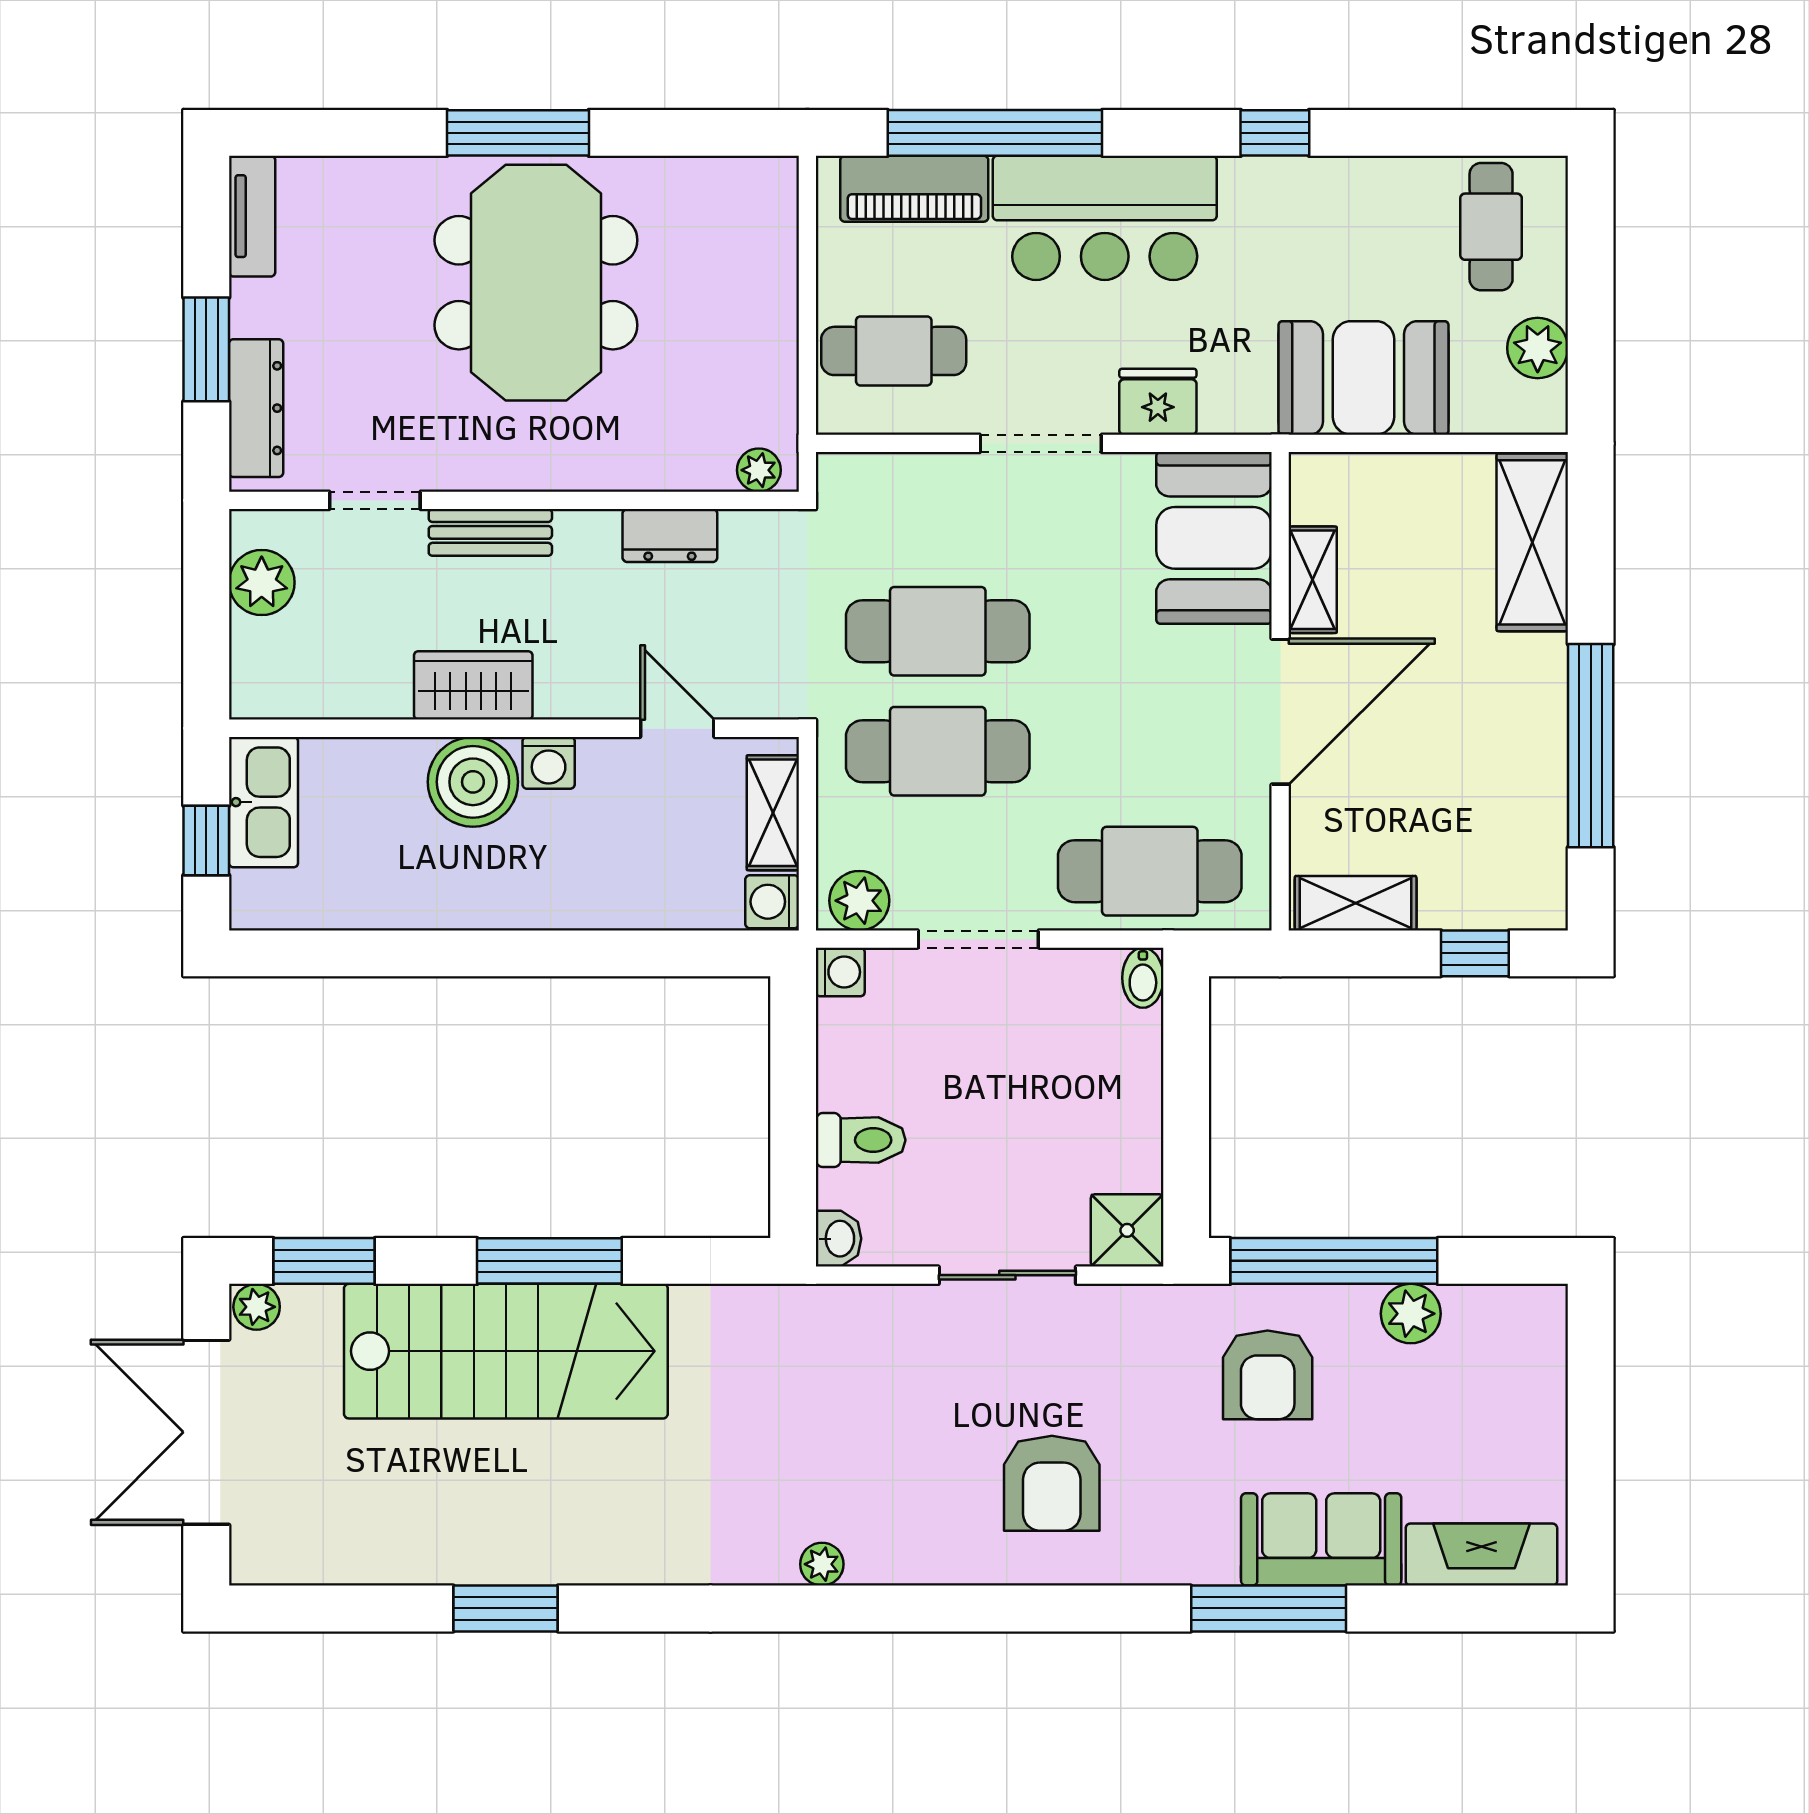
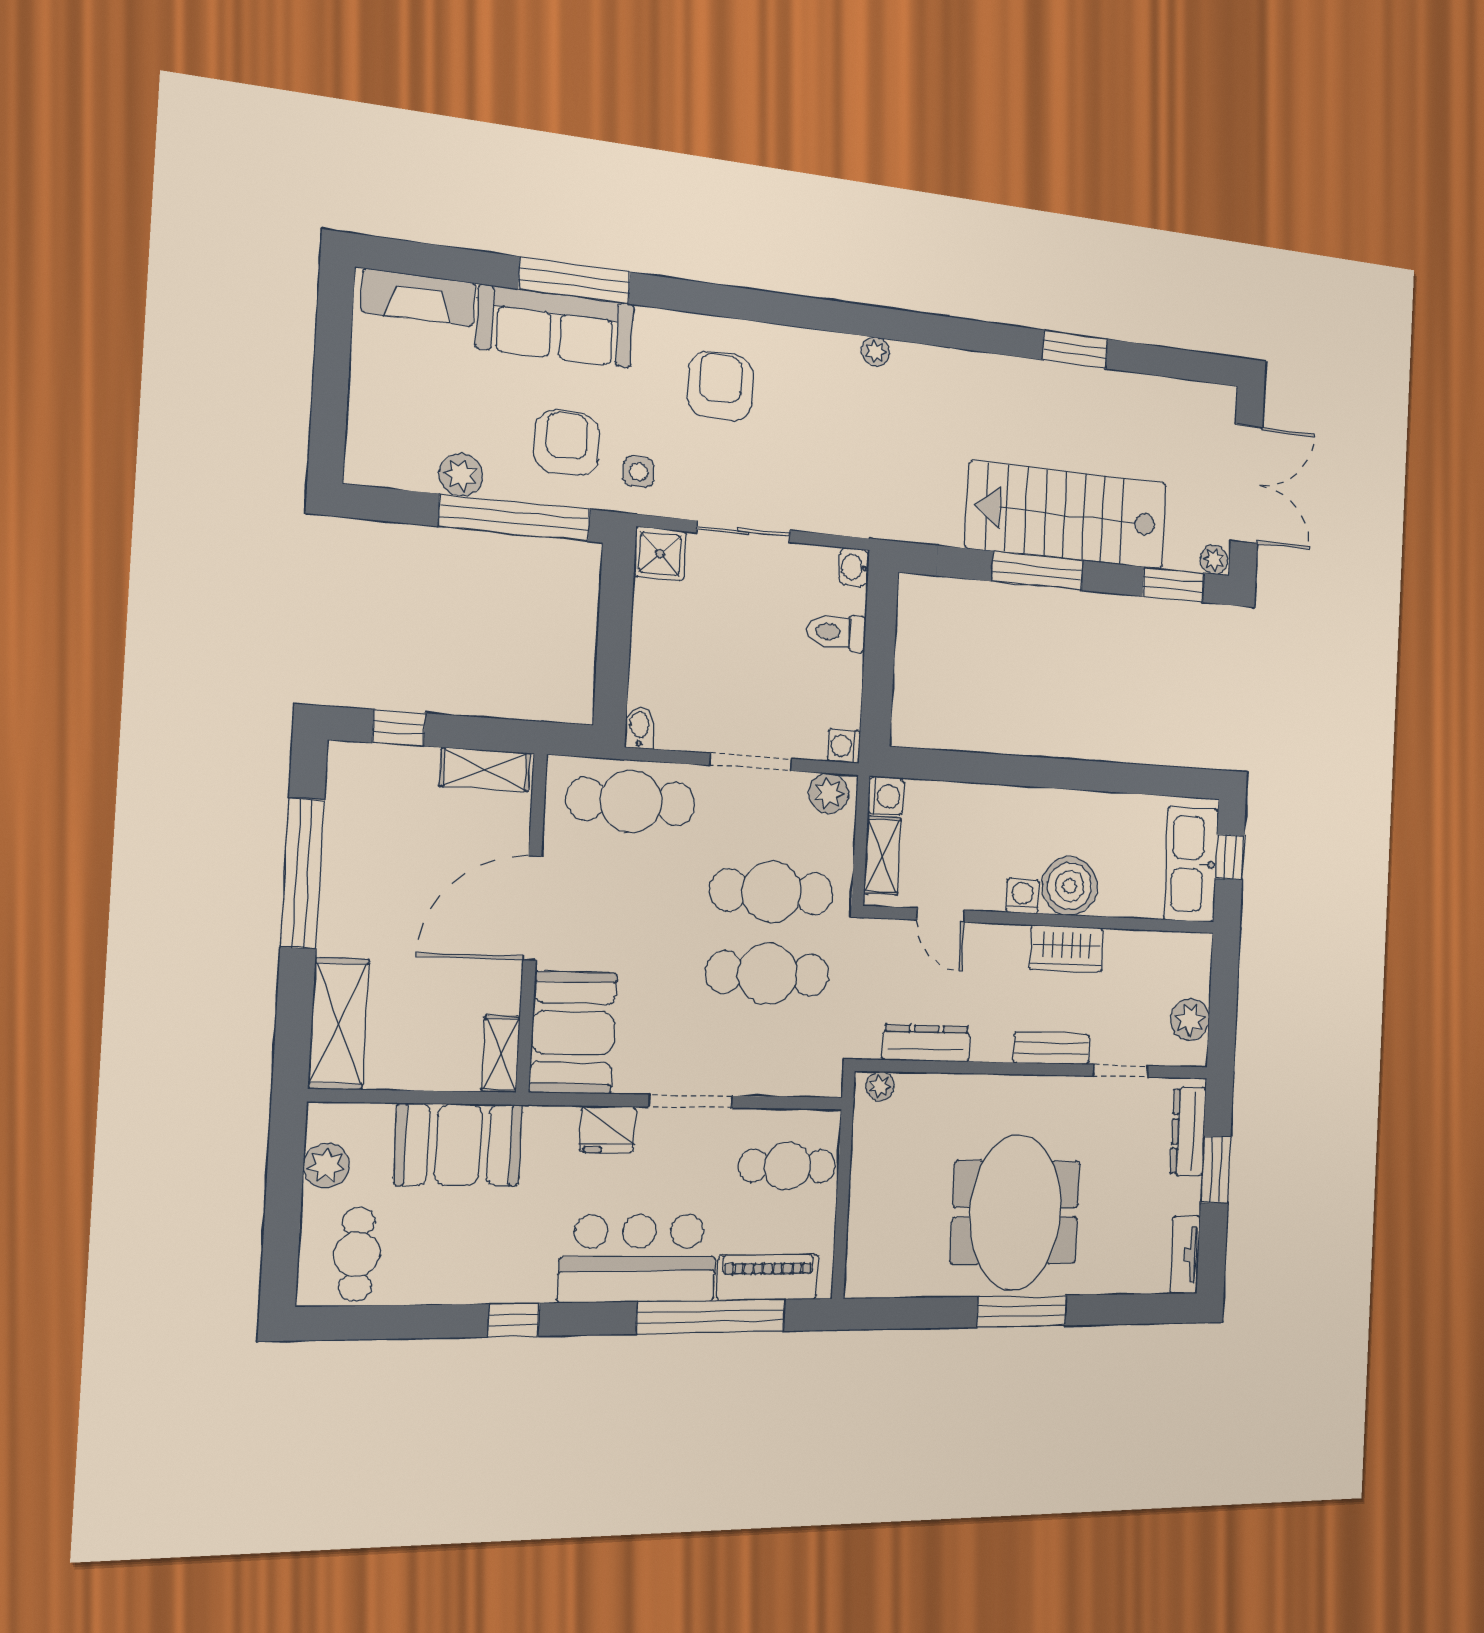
dresser: (670, 535) -> (926, 1043), width x1.44
shelving: (1313, 580) -> (501, 1054), moved
kitchen sink: (263, 802) -> (1191, 864), width x1.36, depth x1.24
side table: (1164, 1345) -> (639, 472), added
sofa: (1321, 1539) -> (555, 326), width x1.36

